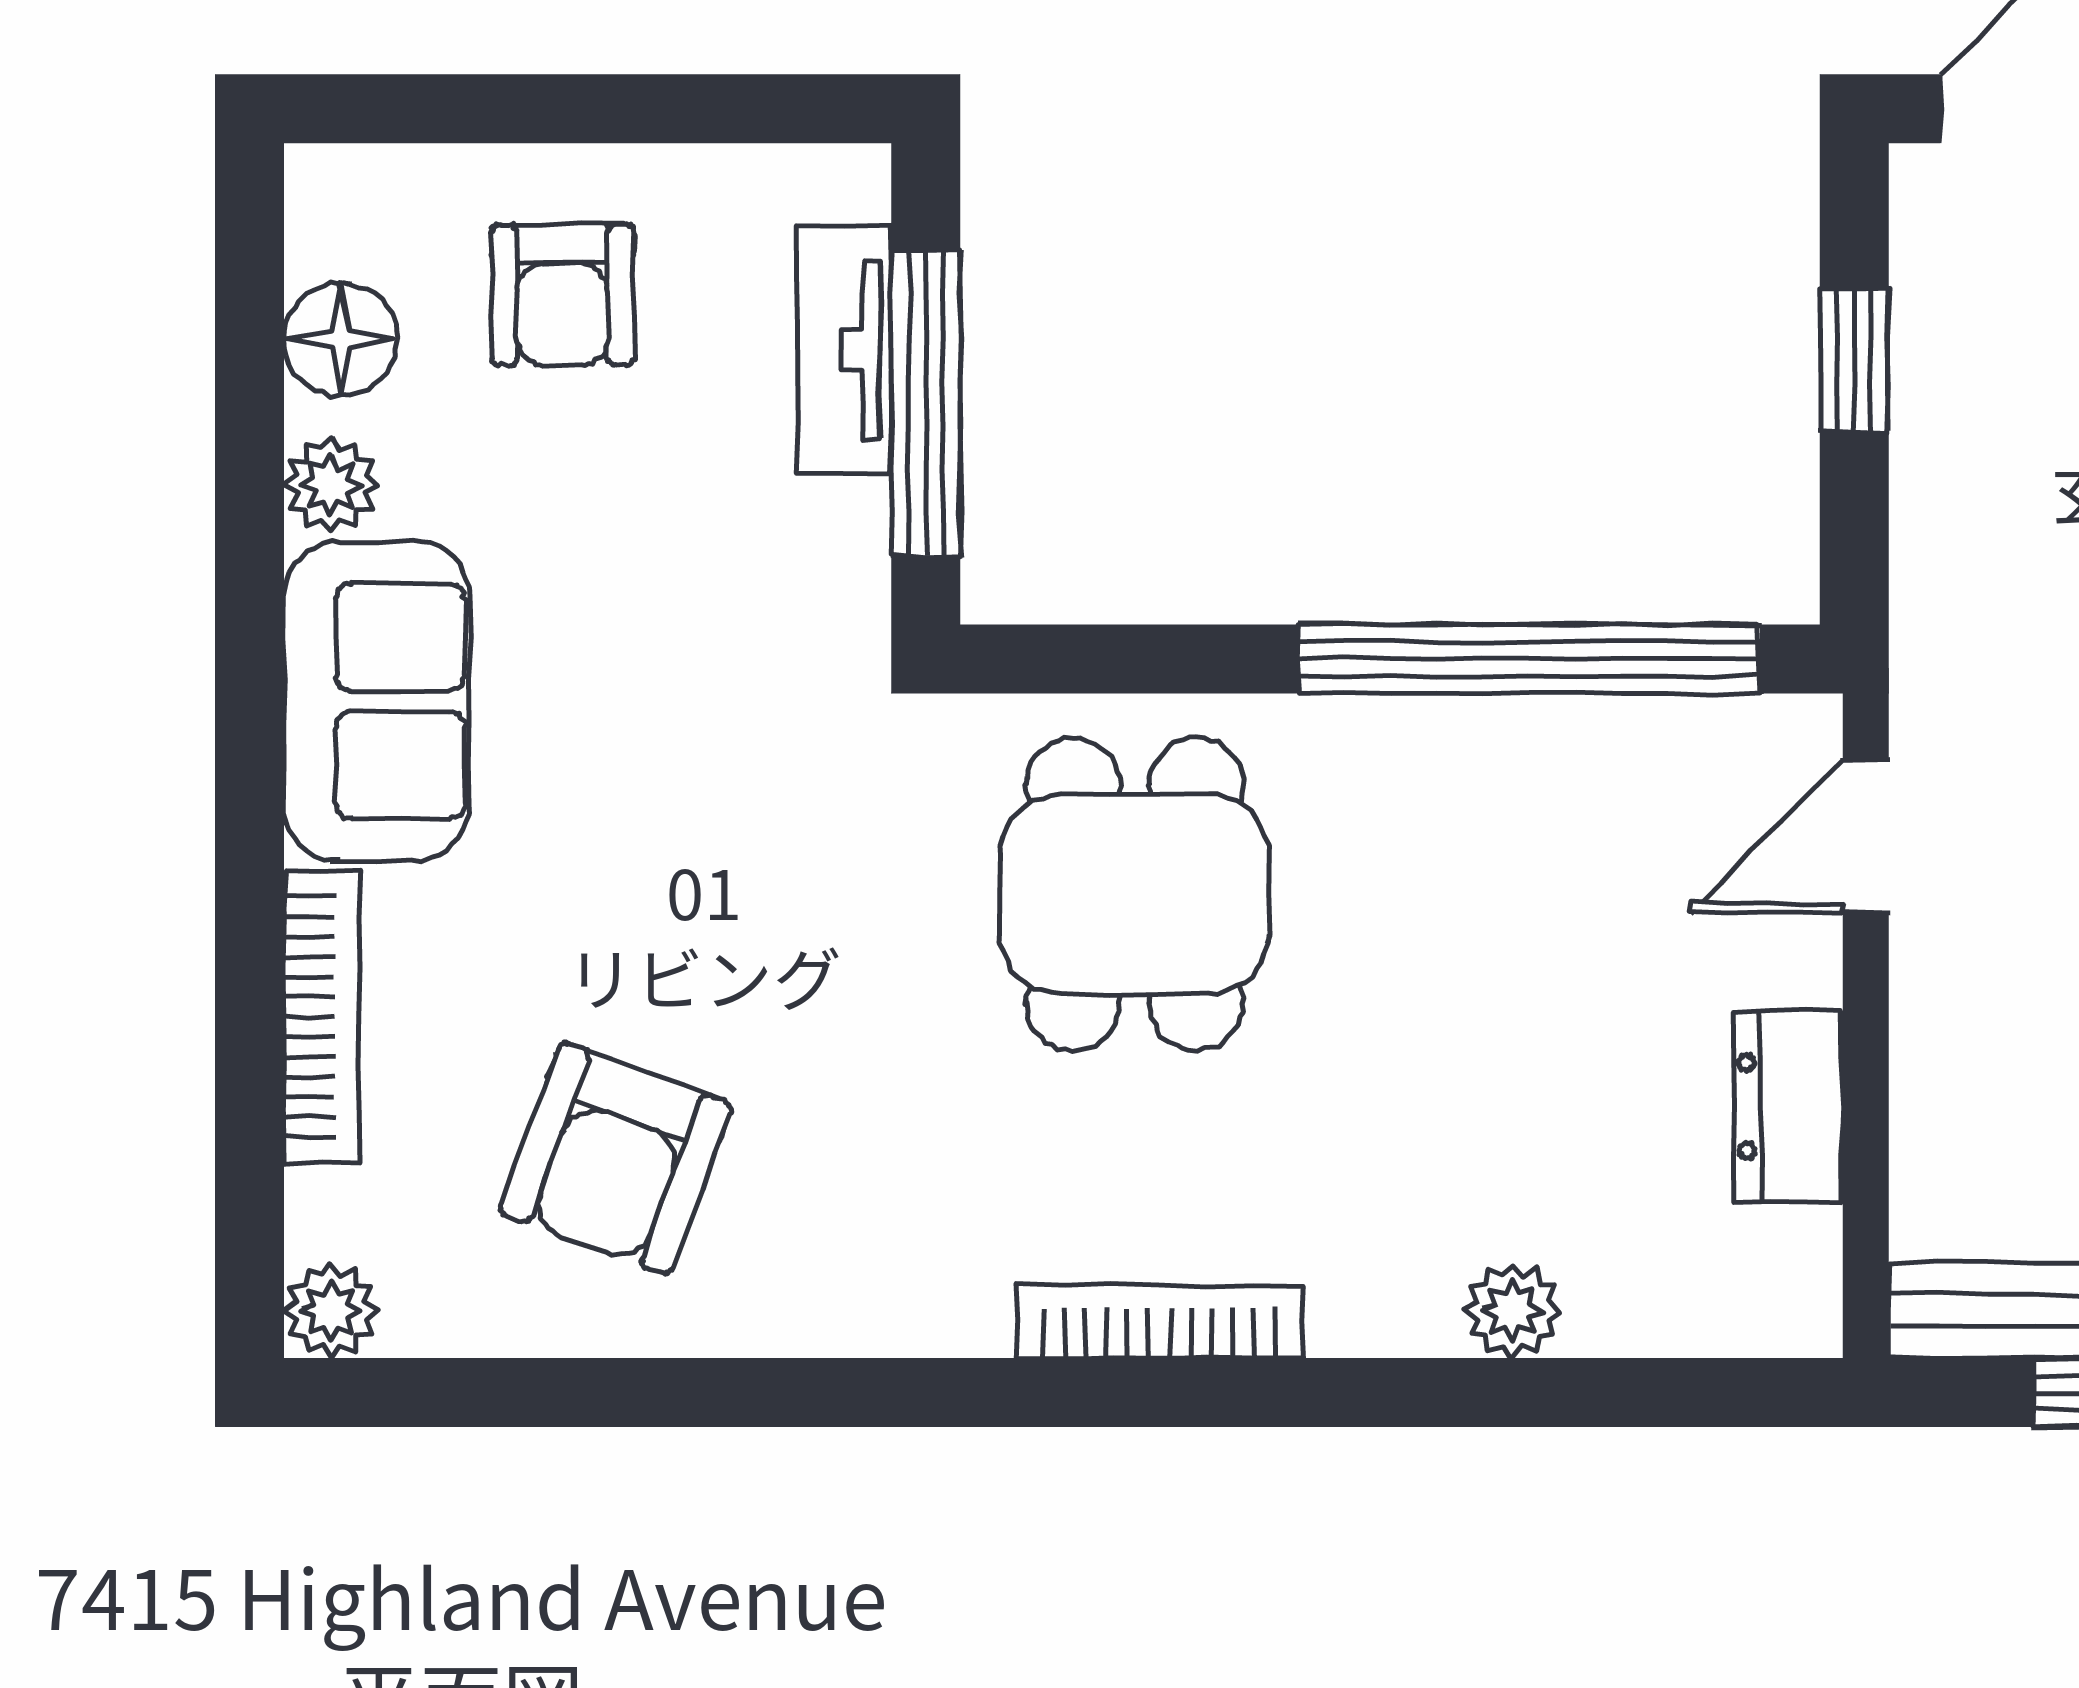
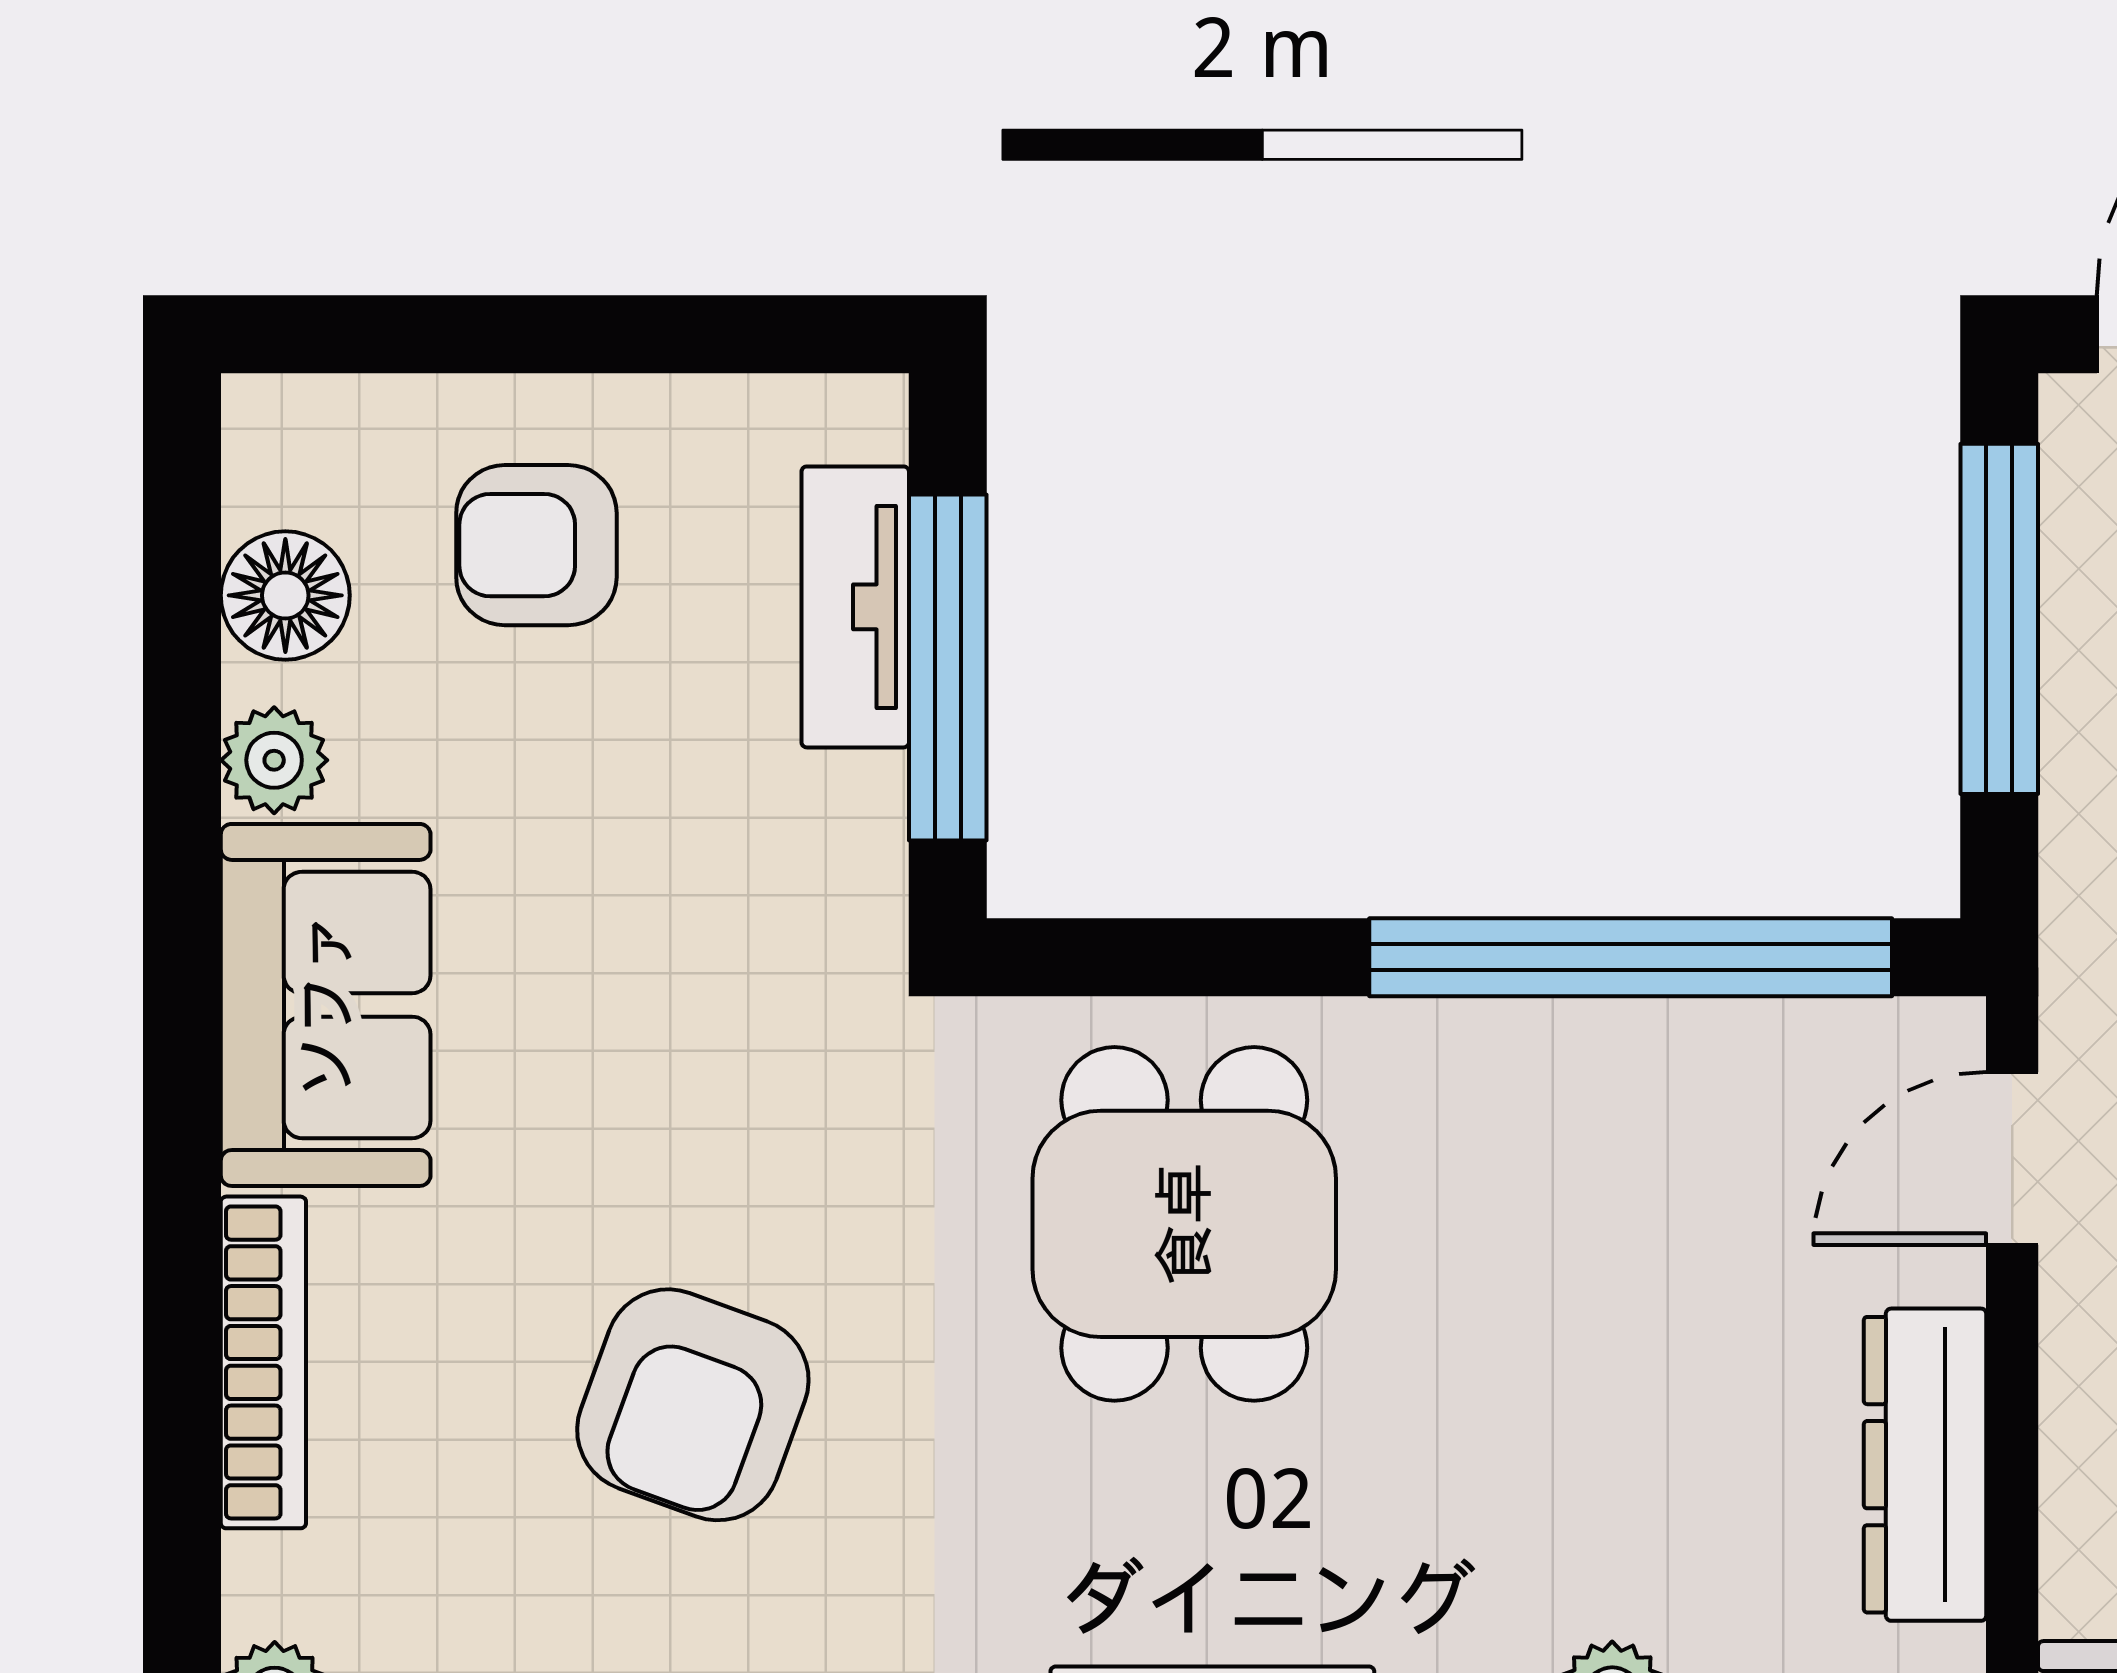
armchair: (562, 295) -> (536, 545), turned 90
window: (1854, 360) -> (1999, 619), width x2.17
dresser: (1789, 1107) -> (1925, 1465), width x1.44
armchair: (616, 1159) -> (693, 1405), moved

